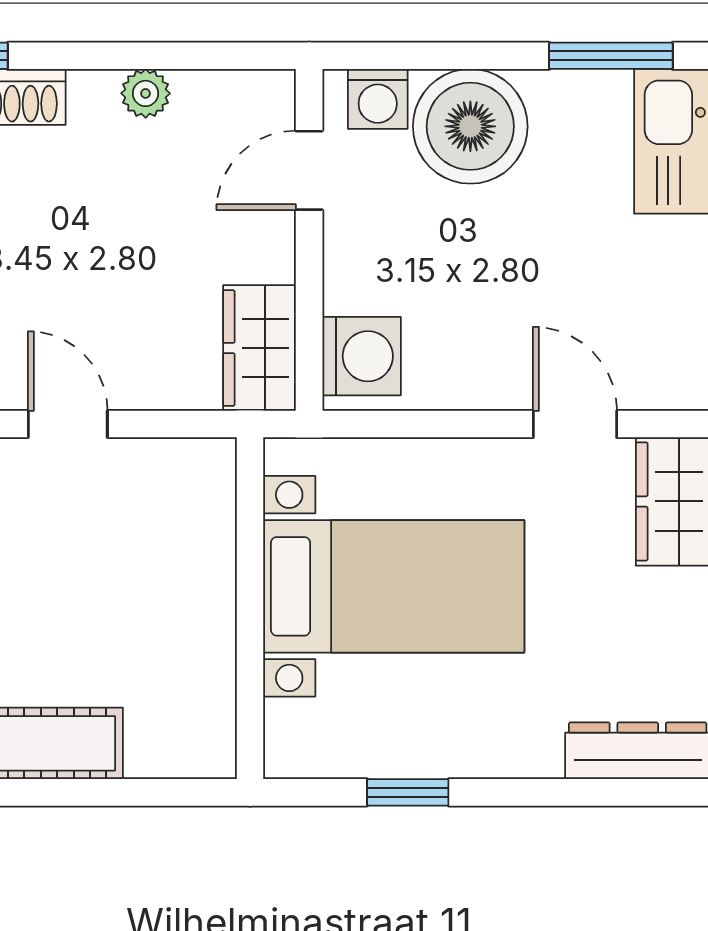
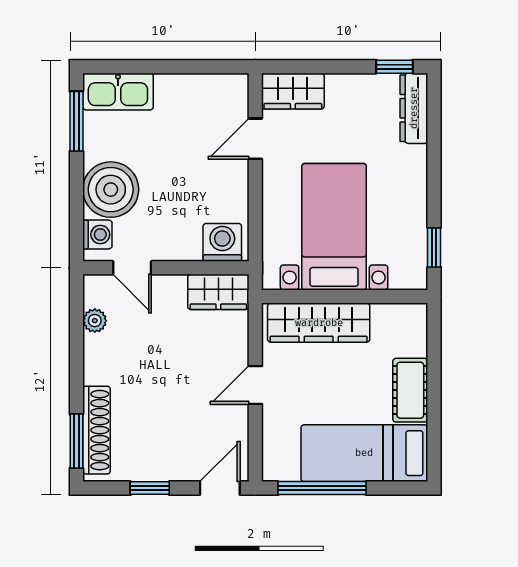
plant: (146, 93) -> (95, 321), moved
wardrobe: (196, 555) -> (319, 323), added
window: (408, 792) -> (434, 248), moved

